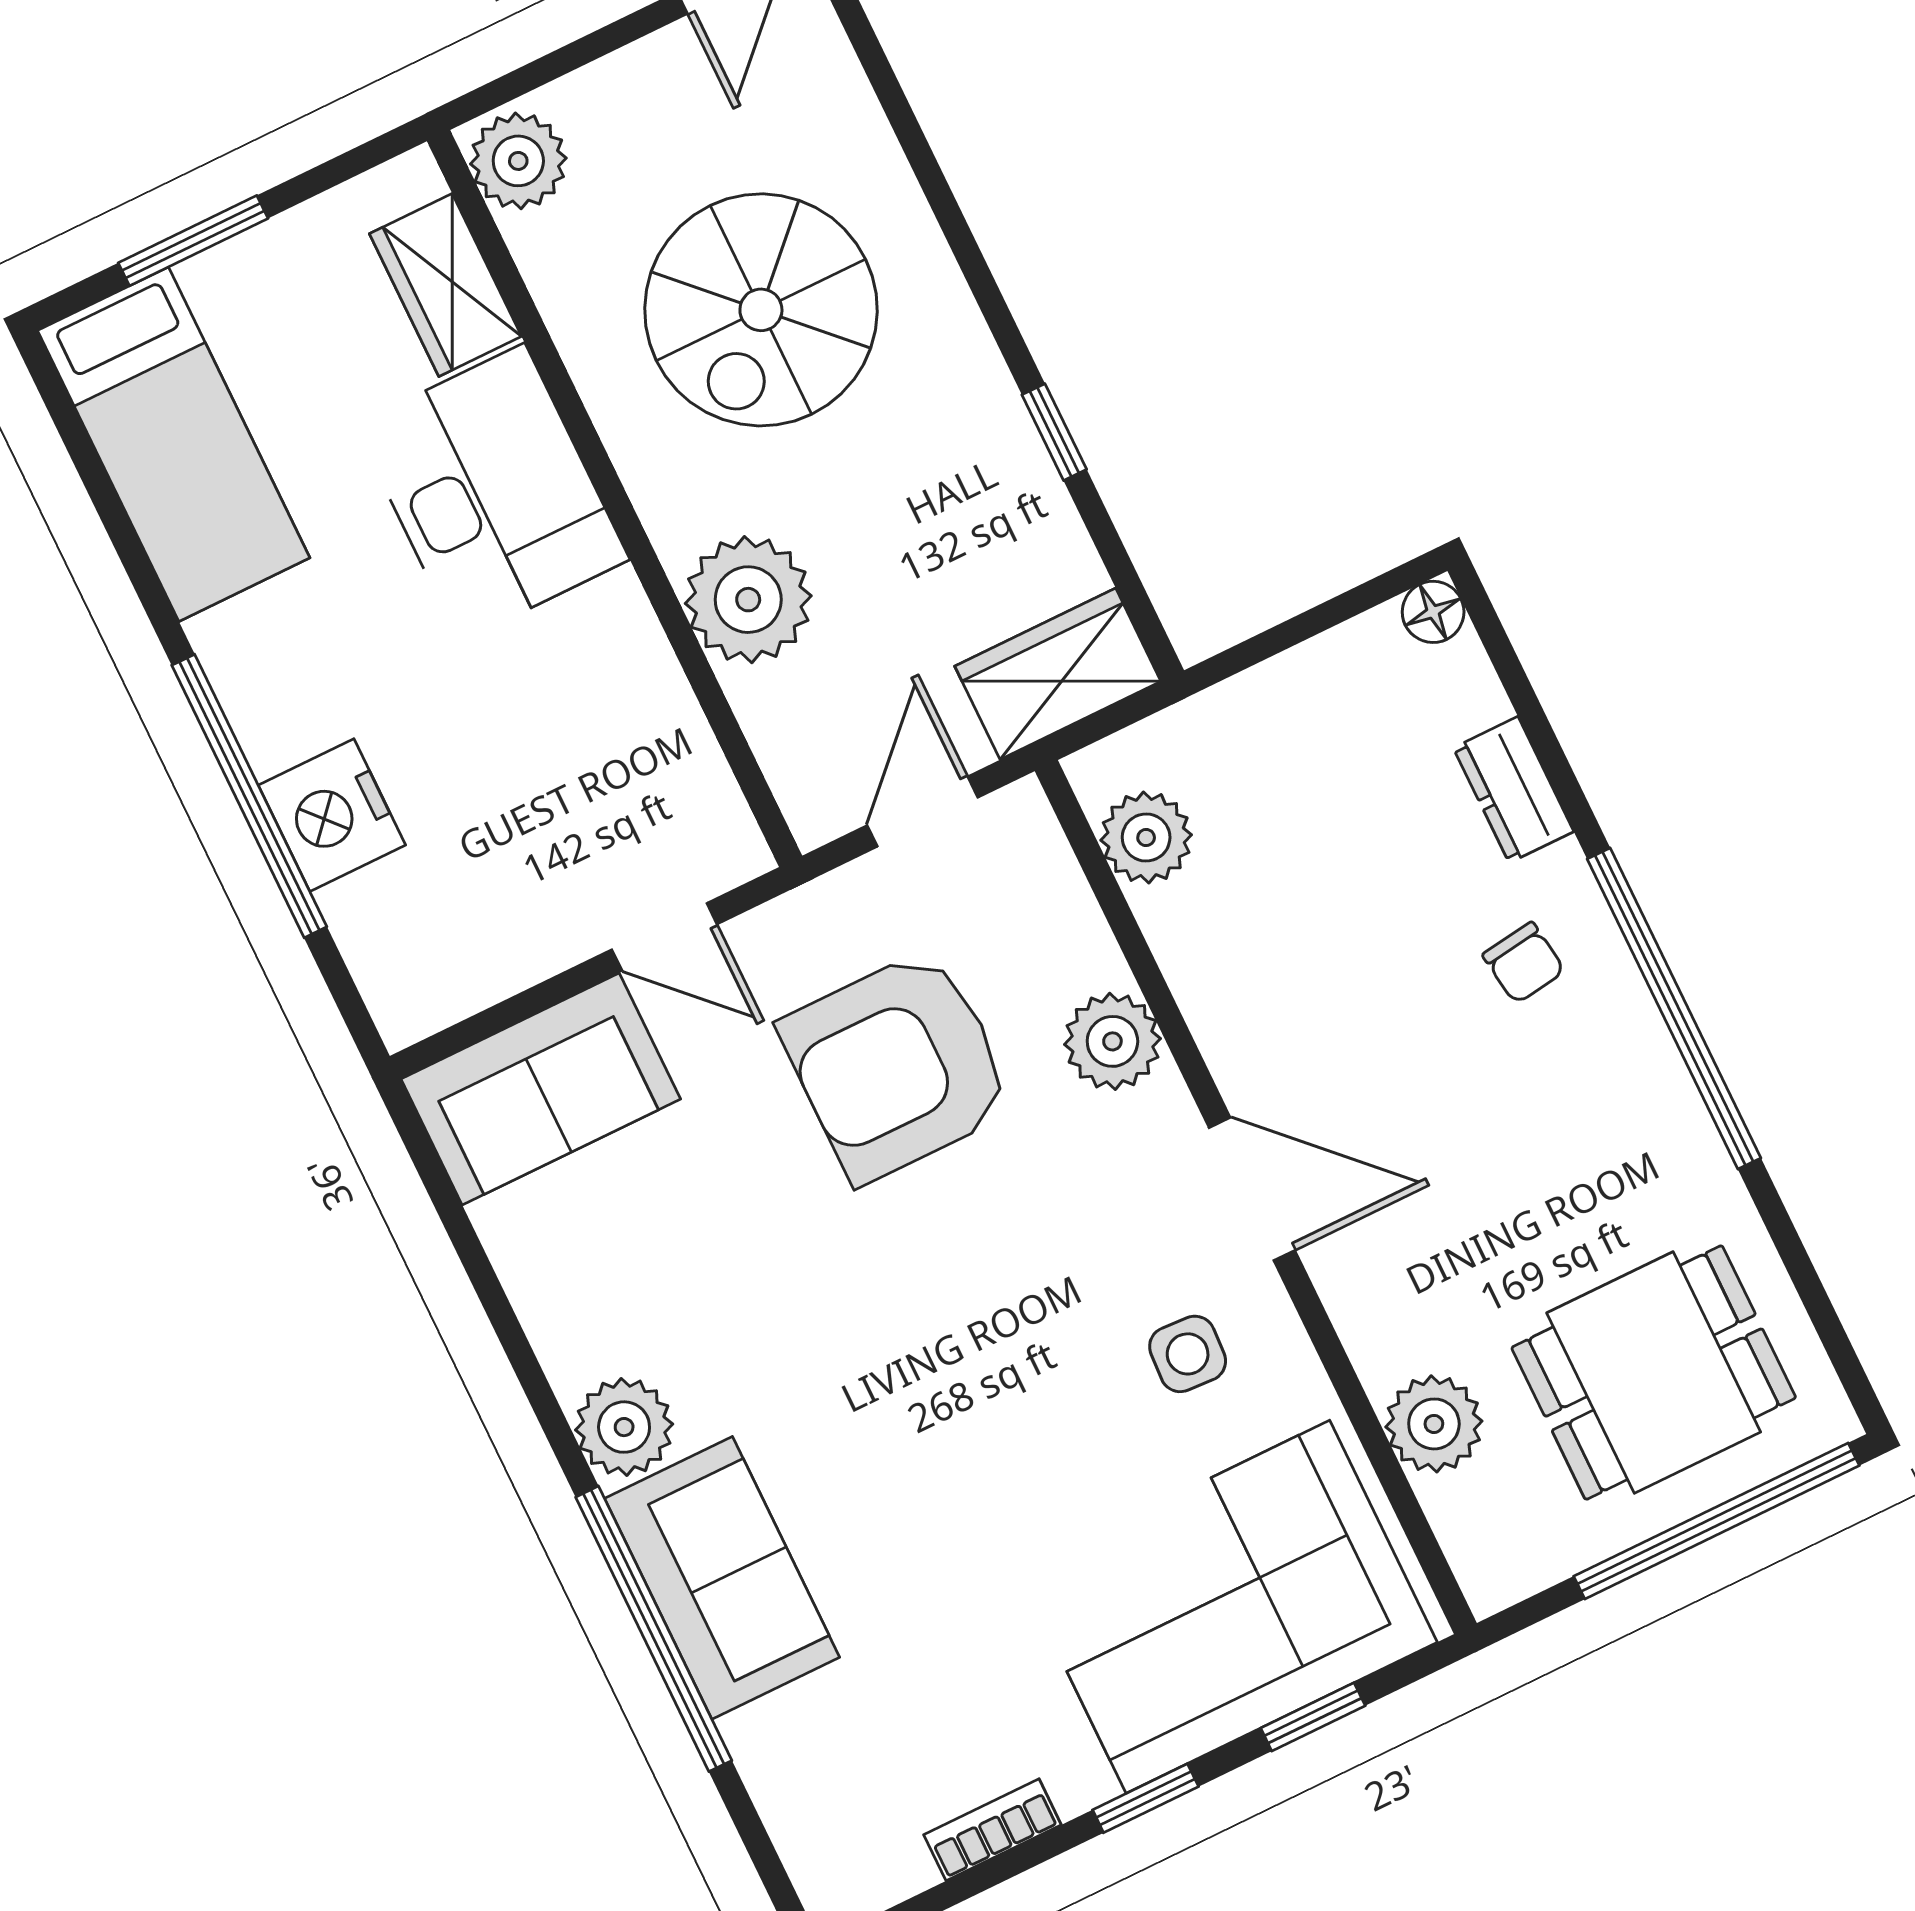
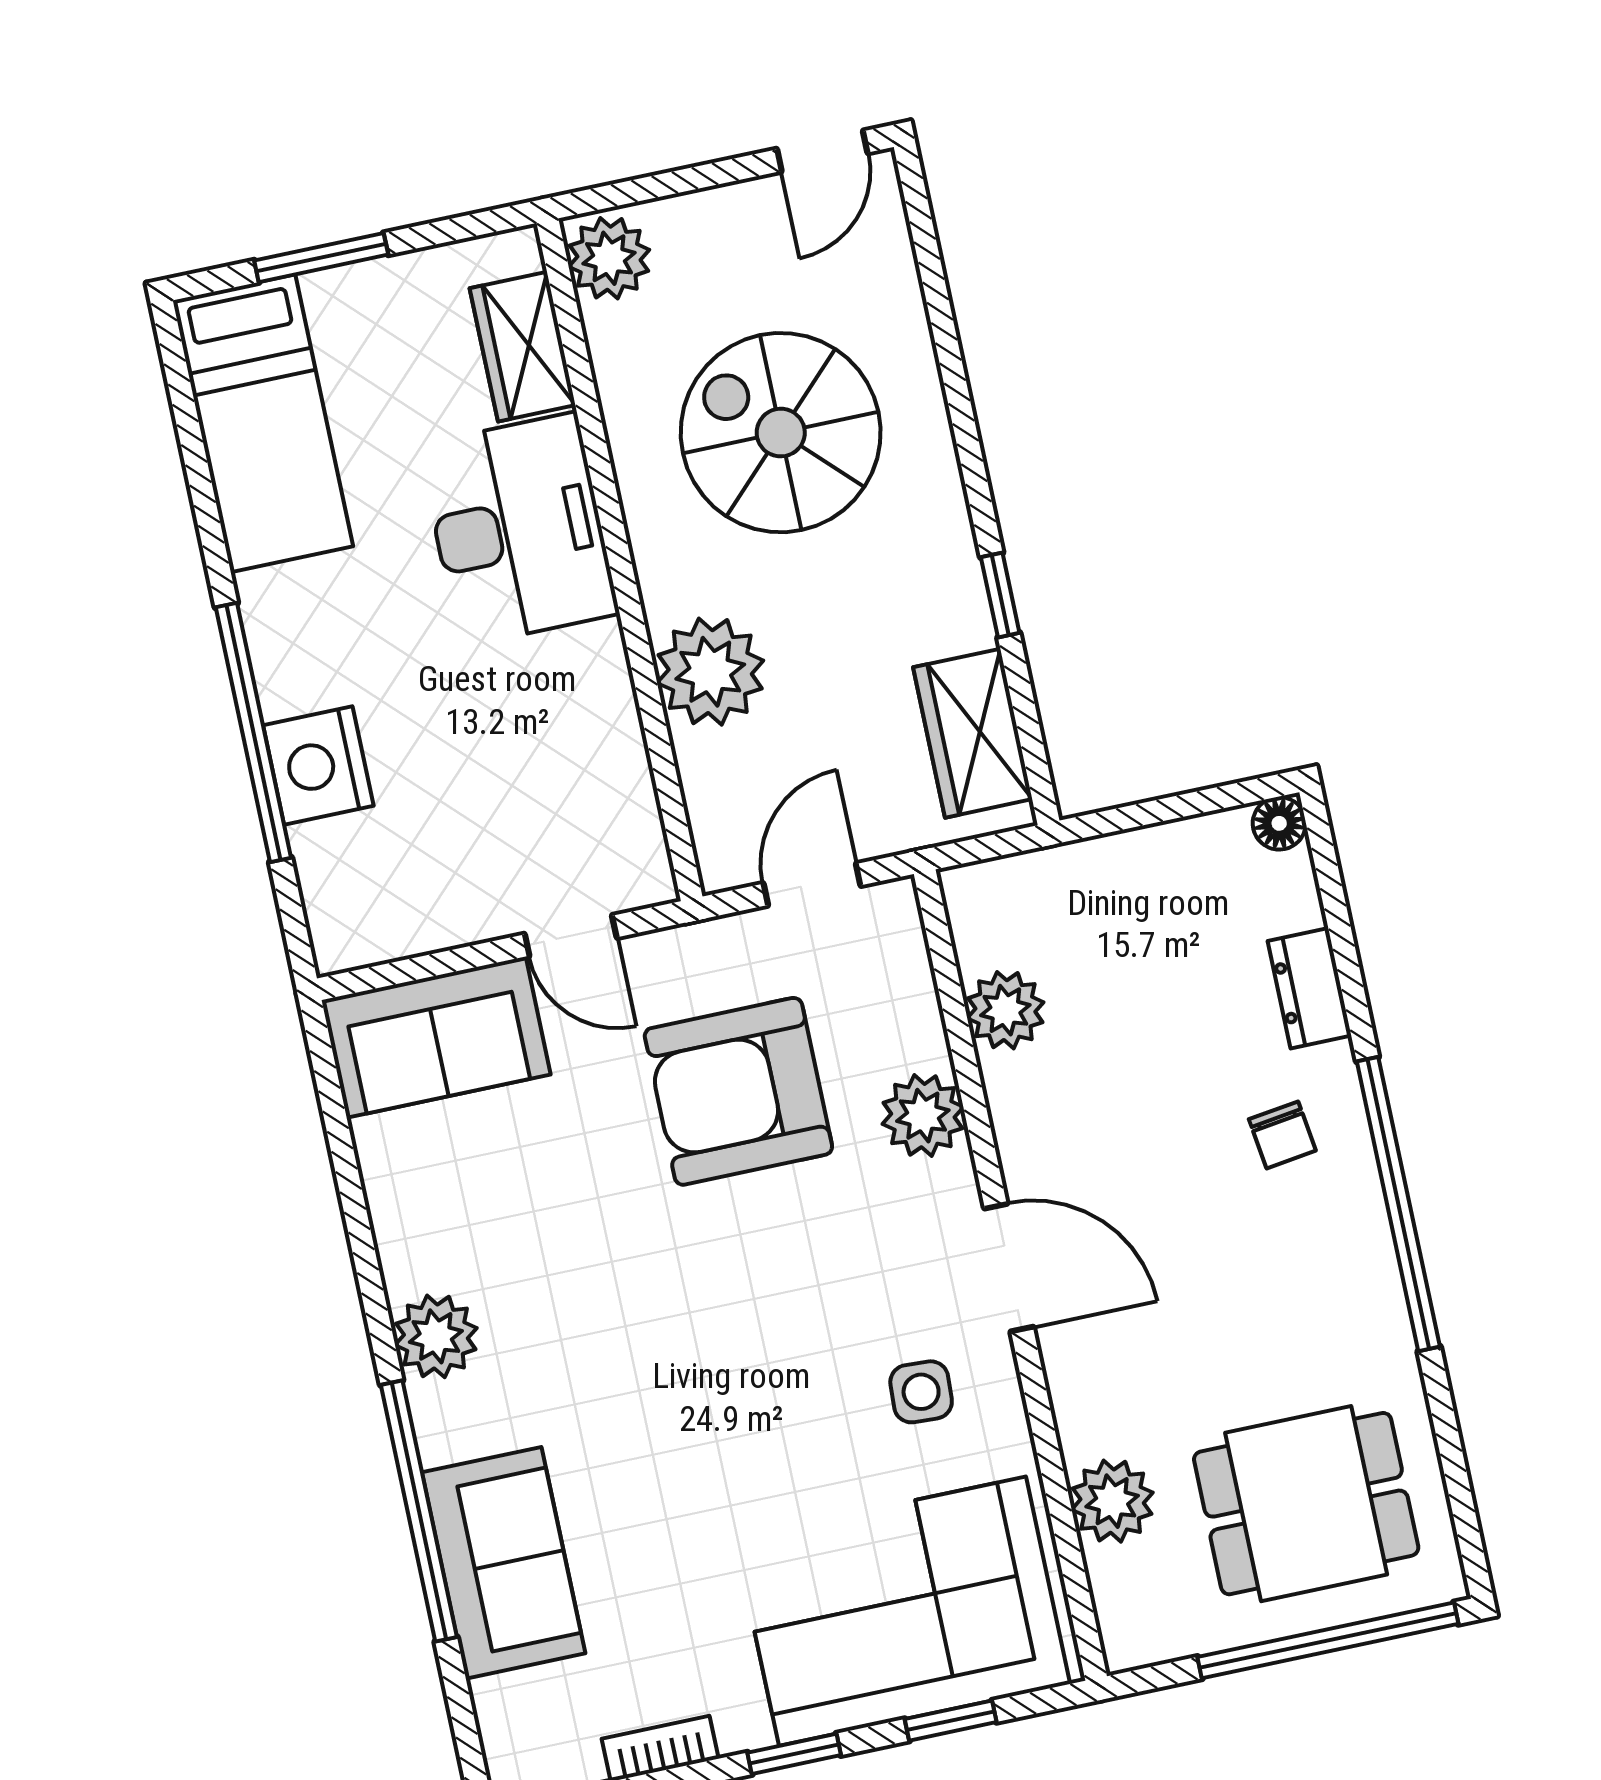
spiral stairs: (761, 310) -> (781, 433), turned 90
wardrobe: (1058, 674) -> (973, 733), moved, turned -90
plant: (1146, 838) -> (1005, 1010), moved
sofa: (722, 1578) -> (504, 1563), moved

